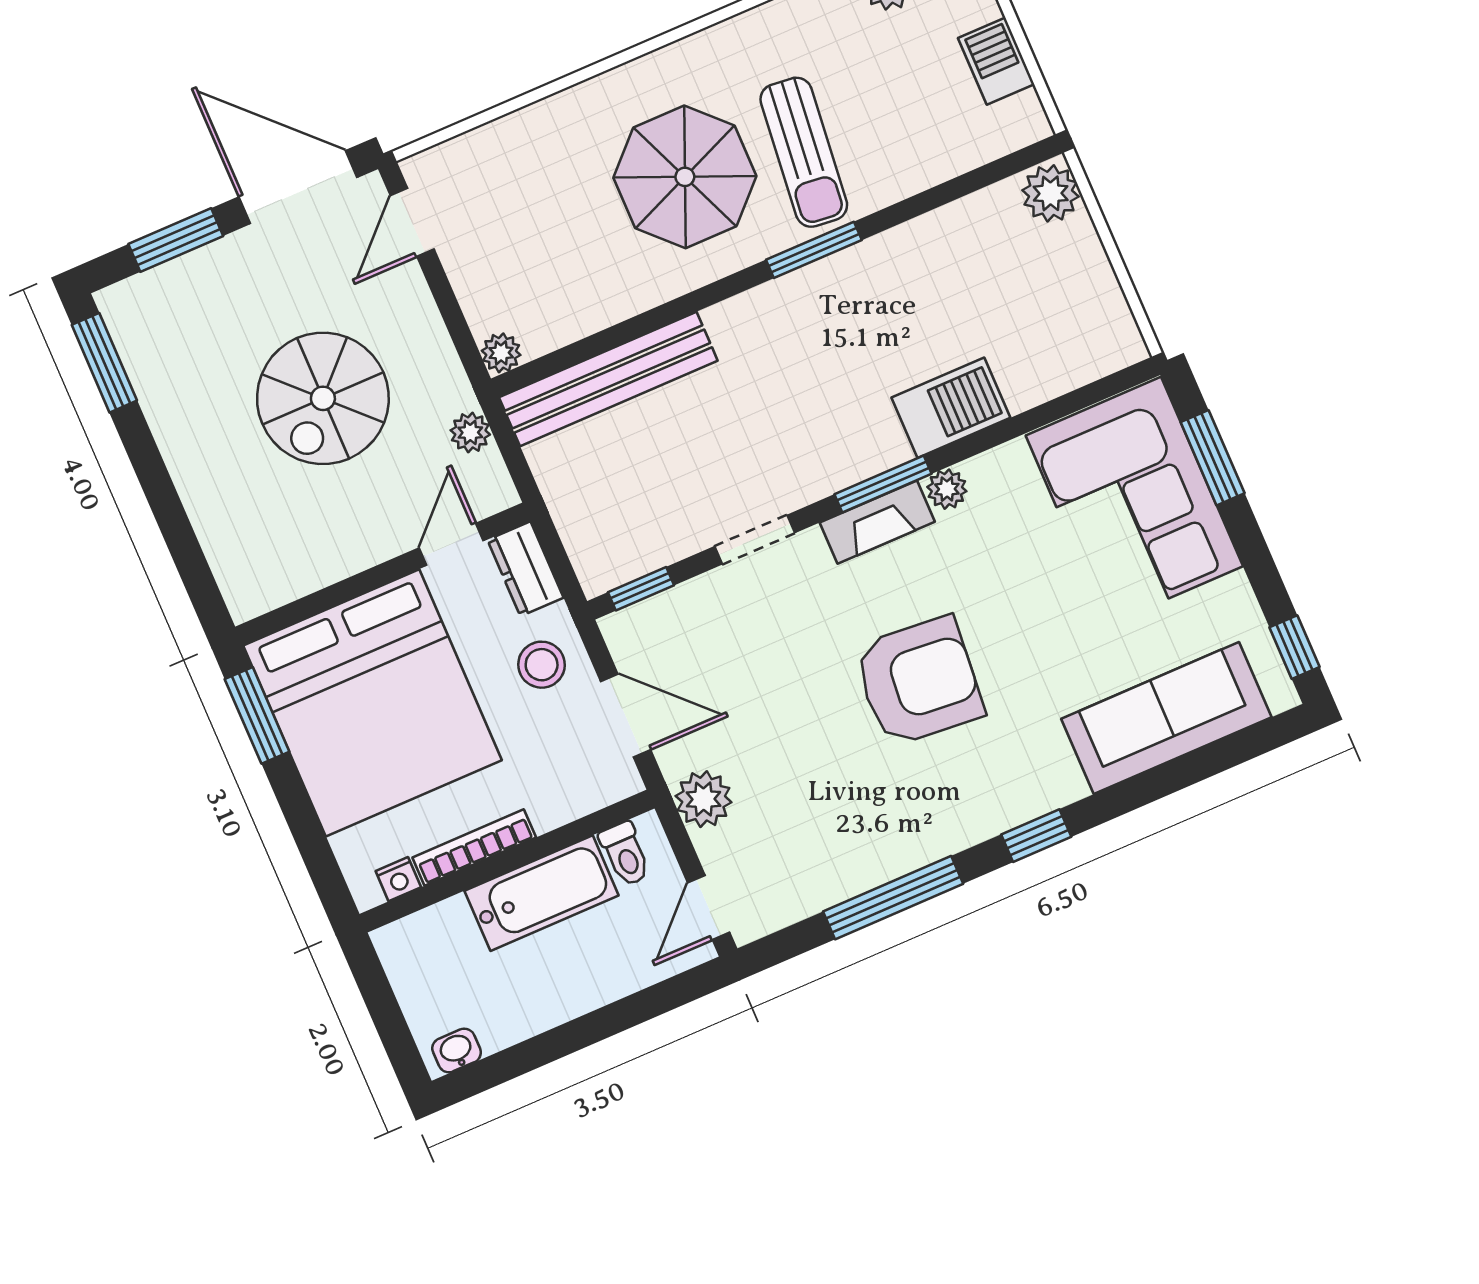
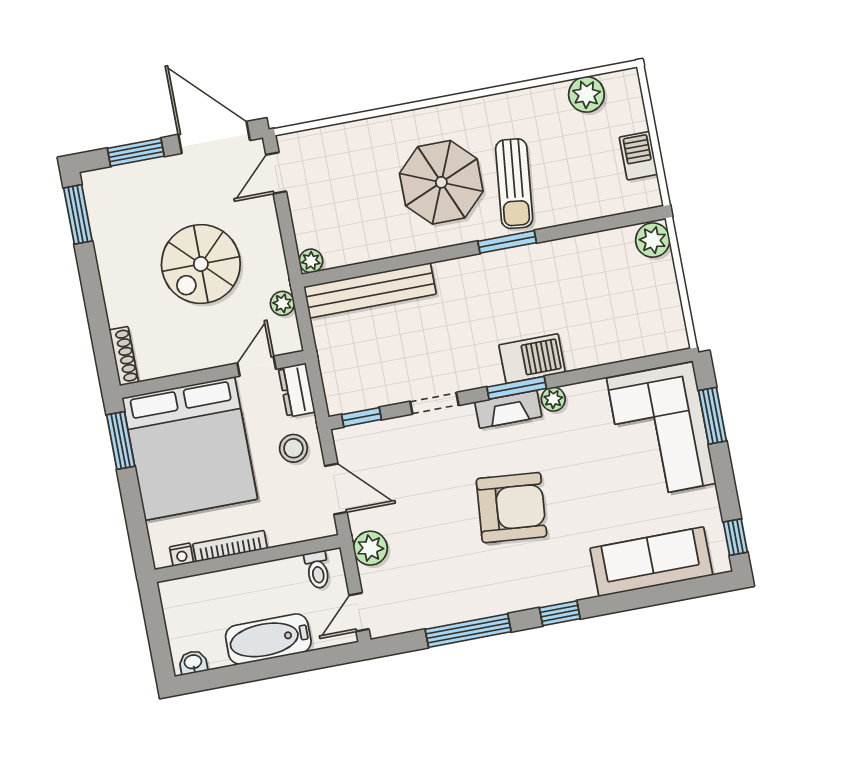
barbecue: (951, 408) -> (532, 359), moved
shoe rack: (231, 577) -> (124, 356), added
bathtub: (542, 893) -> (268, 639), moved, turned 180

